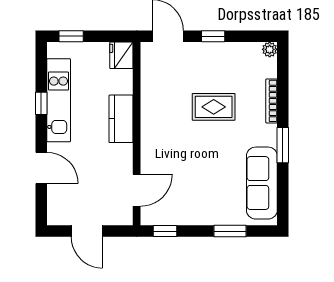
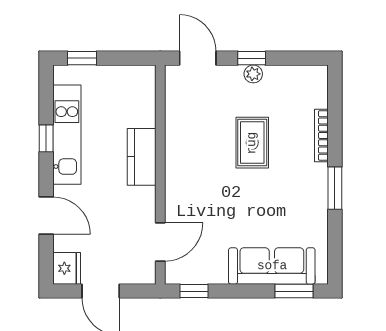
plant: (270, 49) -> (253, 74), moved
fridge: (121, 55) -> (67, 268), moved, turned 180
rug: (214, 107) -> (252, 143), turned 90
sofa: (262, 183) -> (272, 266), moved, turned 90
window: (230, 231) -> (294, 291), moved

